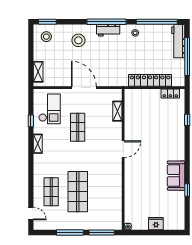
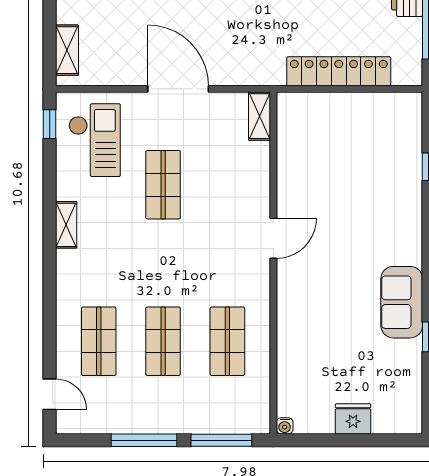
locker: (170, 94) -> (388, 103), removed
shelving: (117, 111) -> (260, 116), moved
window: (31, 121) -> (50, 124), moved
shop shelf: (78, 192) -> (163, 341), width x0.70, depth x0.74
shop shelf: (104, 192) -> (227, 341), added

